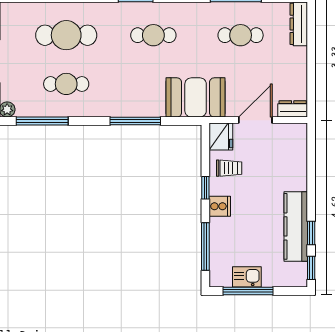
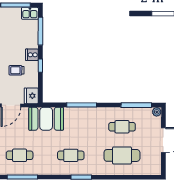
trolley: (229, 168) -> (16, 70), moved
kitchen sink: (247, 277) -> (30, 13), moved

